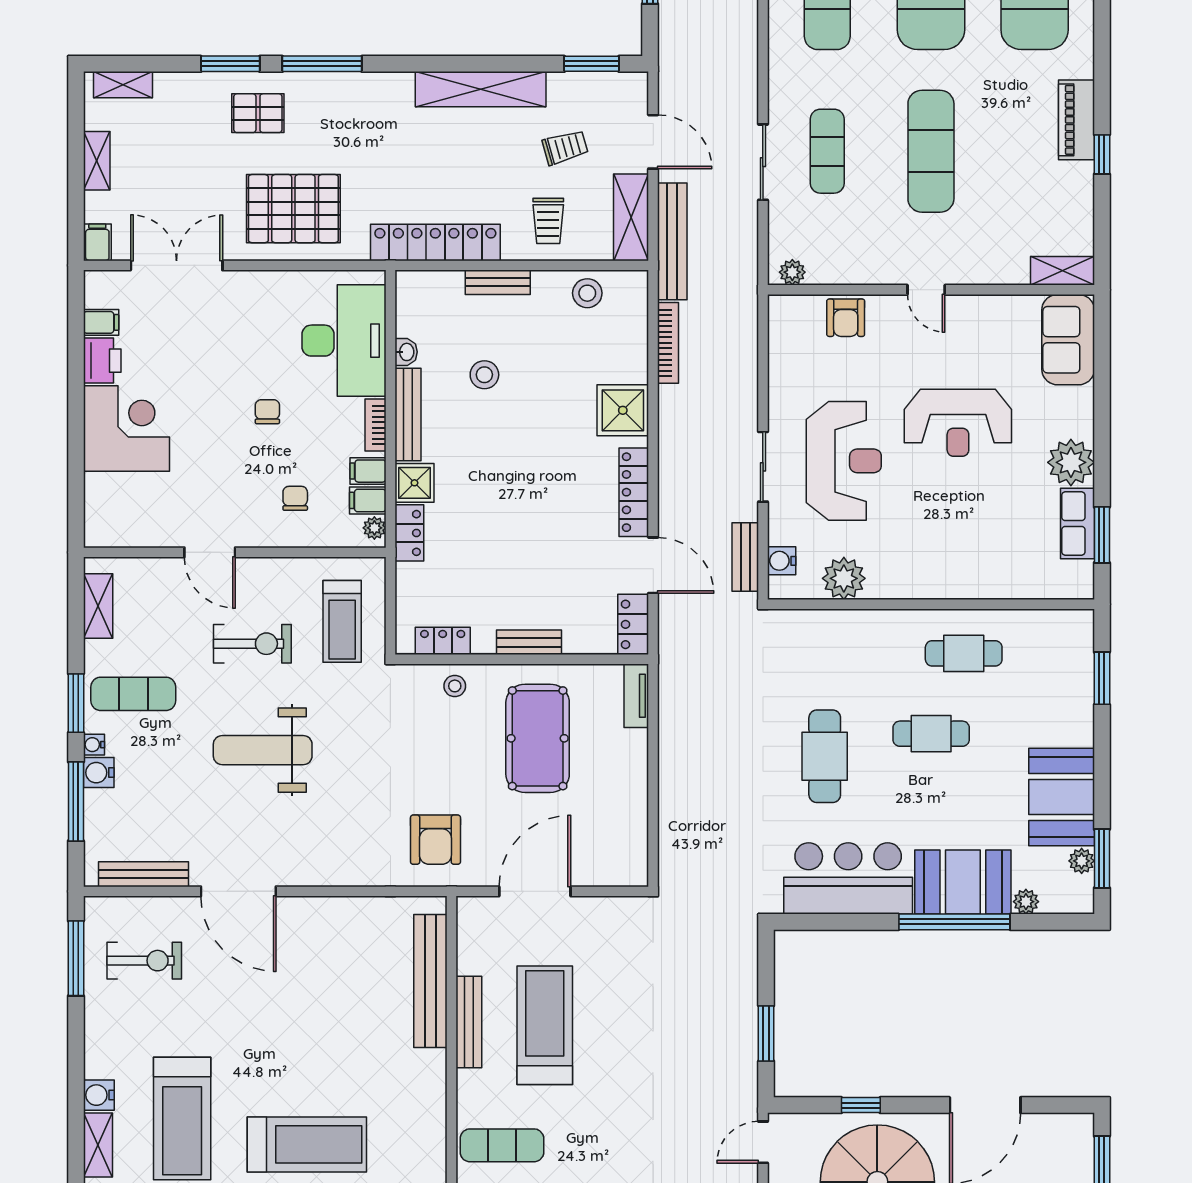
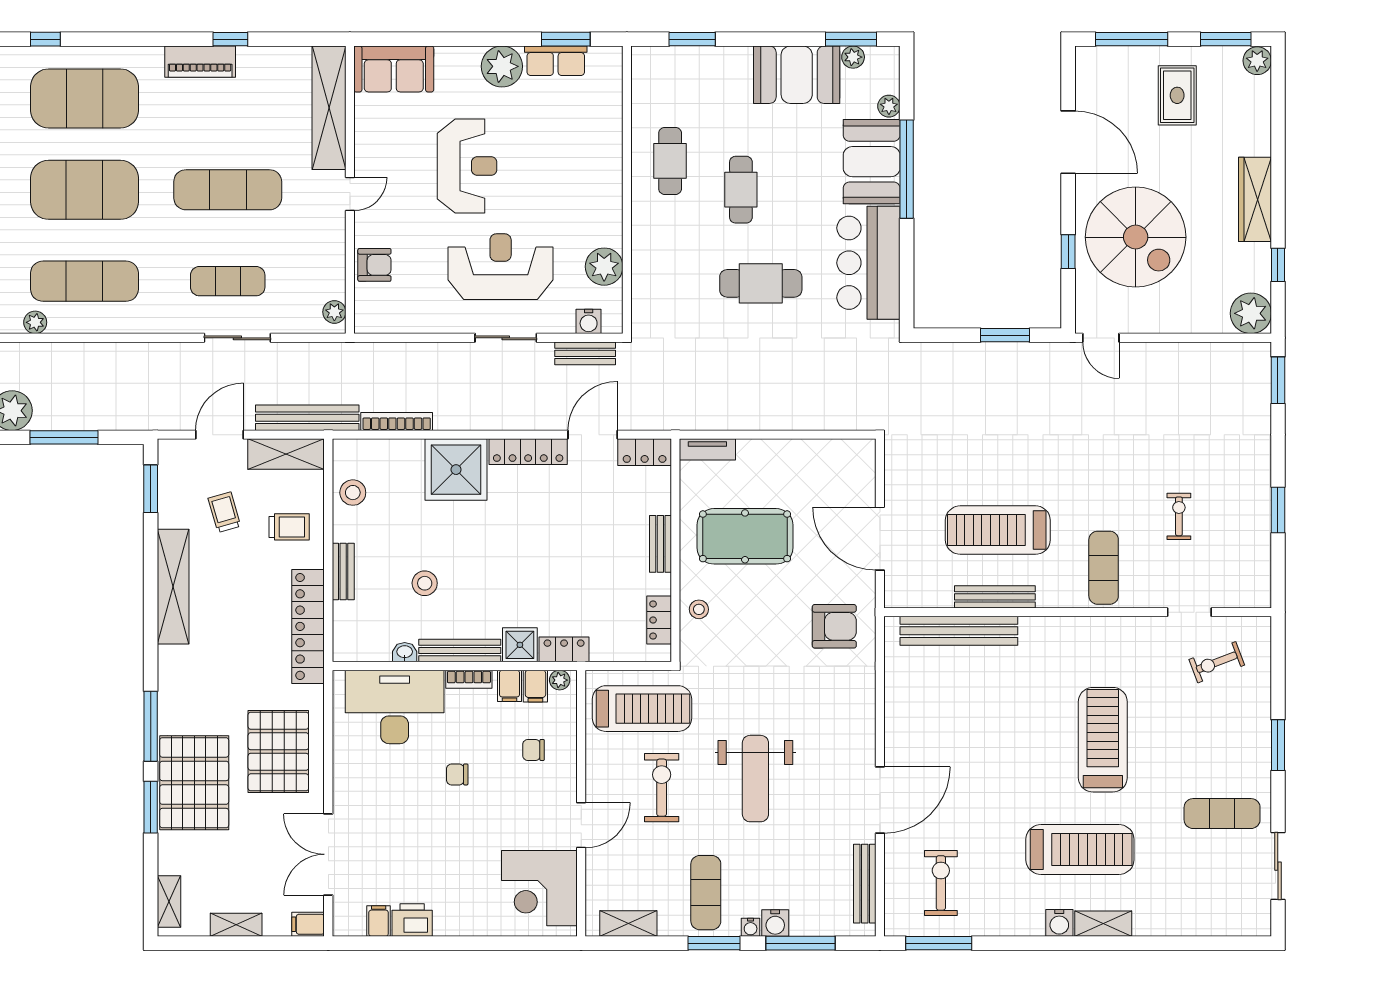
pallet: (258, 113) -> (194, 783), width x2.05, depth x2.00
shelving: (1062, 271) -> (329, 108), width x2.20, depth x1.33
shower: (623, 410) -> (456, 470), width x1.37, depth x1.37
corner desk: (126, 428) -> (539, 888), moved, turned -90
treadmill: (342, 621) -> (642, 709), width x1.37, depth x1.38

